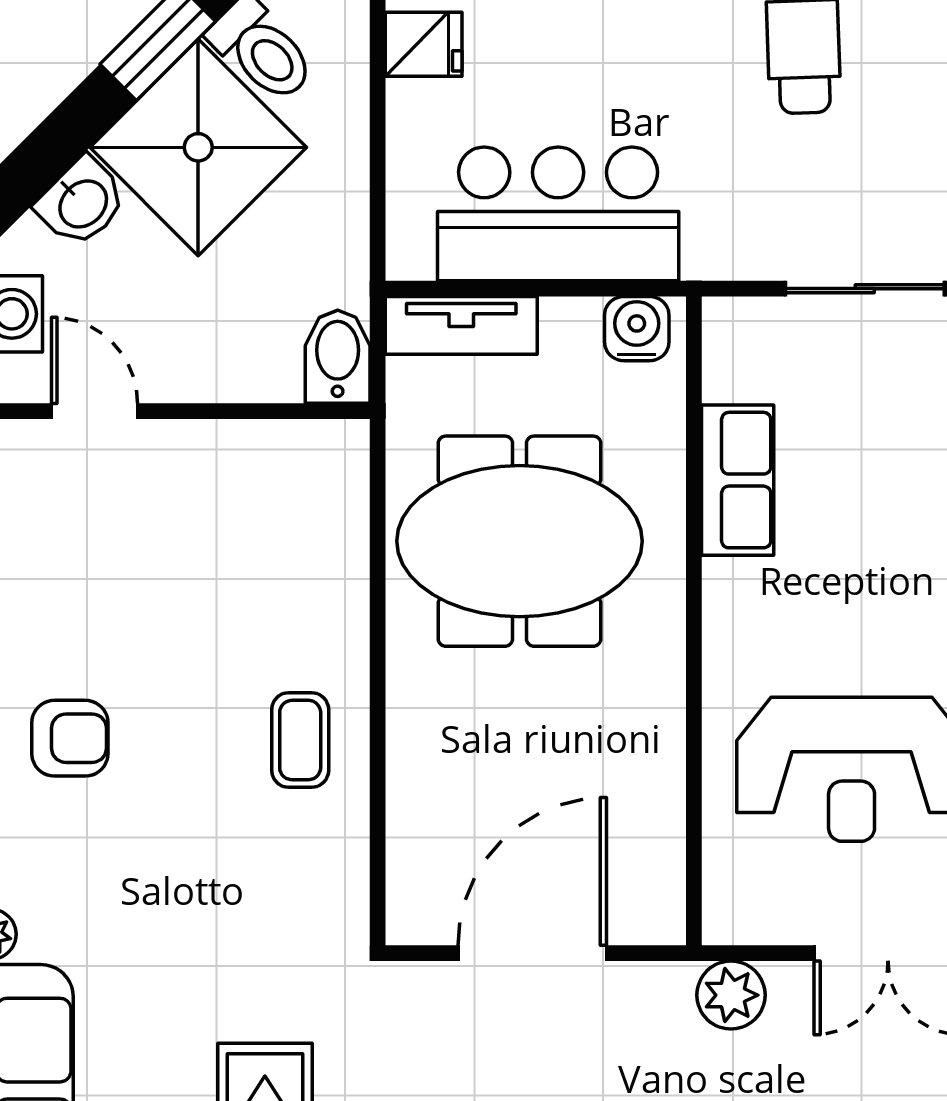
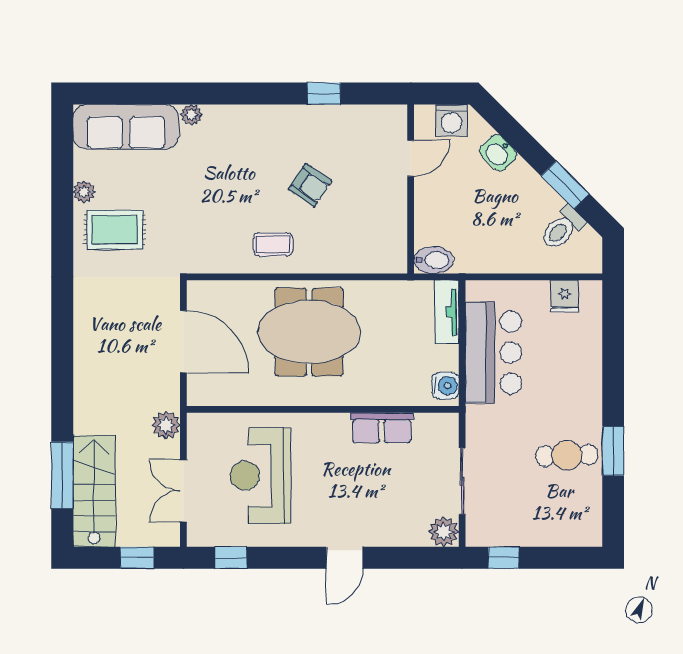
shower: (198, 147) -> (521, 202), removed
meeting table: (520, 541) -> (309, 332), moved, turned 90
armchair: (70, 738) -> (310, 185), moved, turned -56

